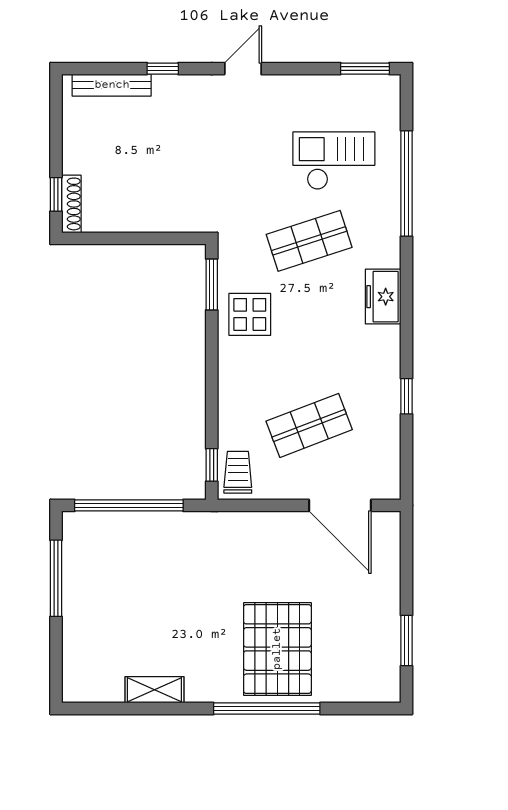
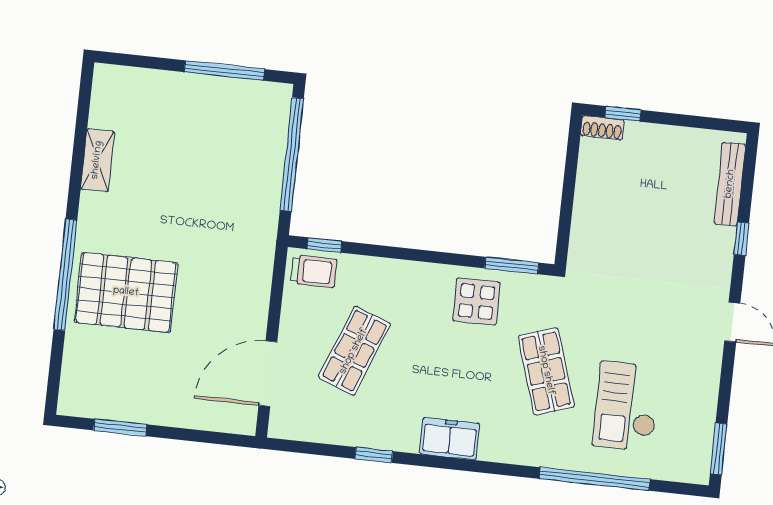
checkout: (334, 161) -> (626, 406), turned 180
shoe rack: (71, 204) -> (602, 128), width x0.70
freezer: (383, 297) -> (449, 439), moved
shop shelf: (309, 425) -> (354, 351), turned 42

